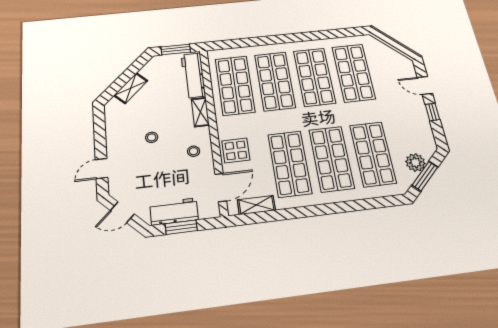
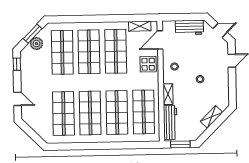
window: (432, 112) -> (17, 64), moved
window: (181, 227) -> (186, 17), removed

